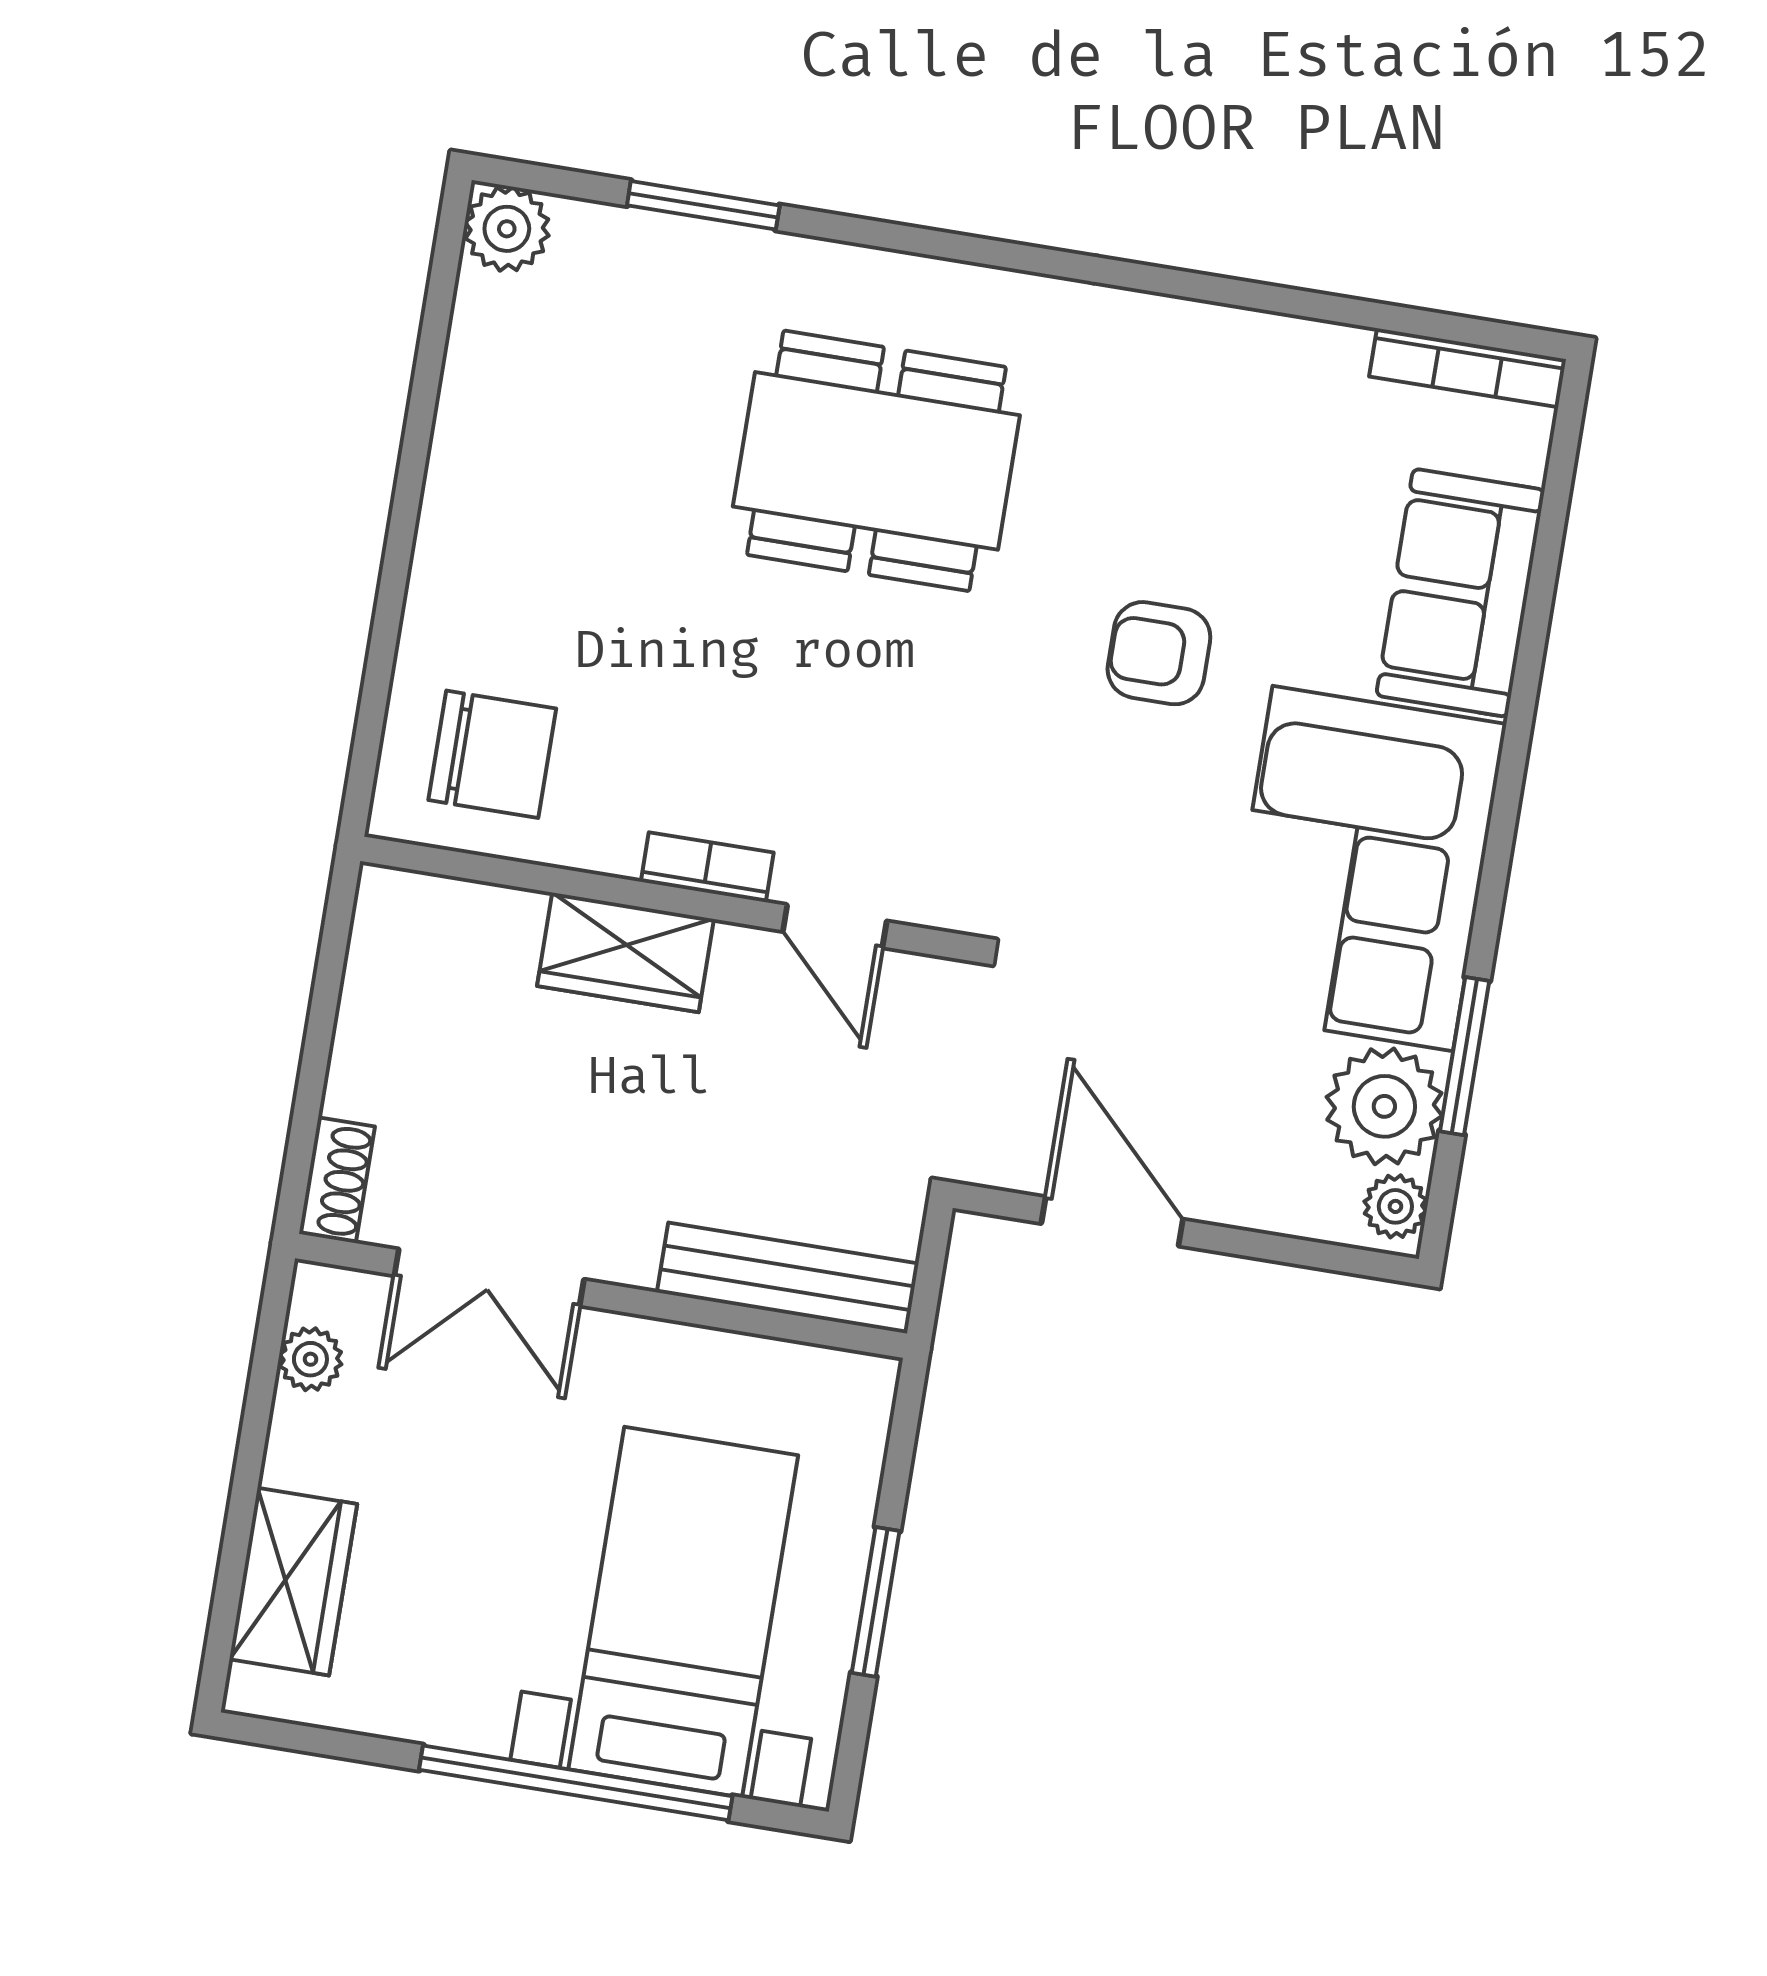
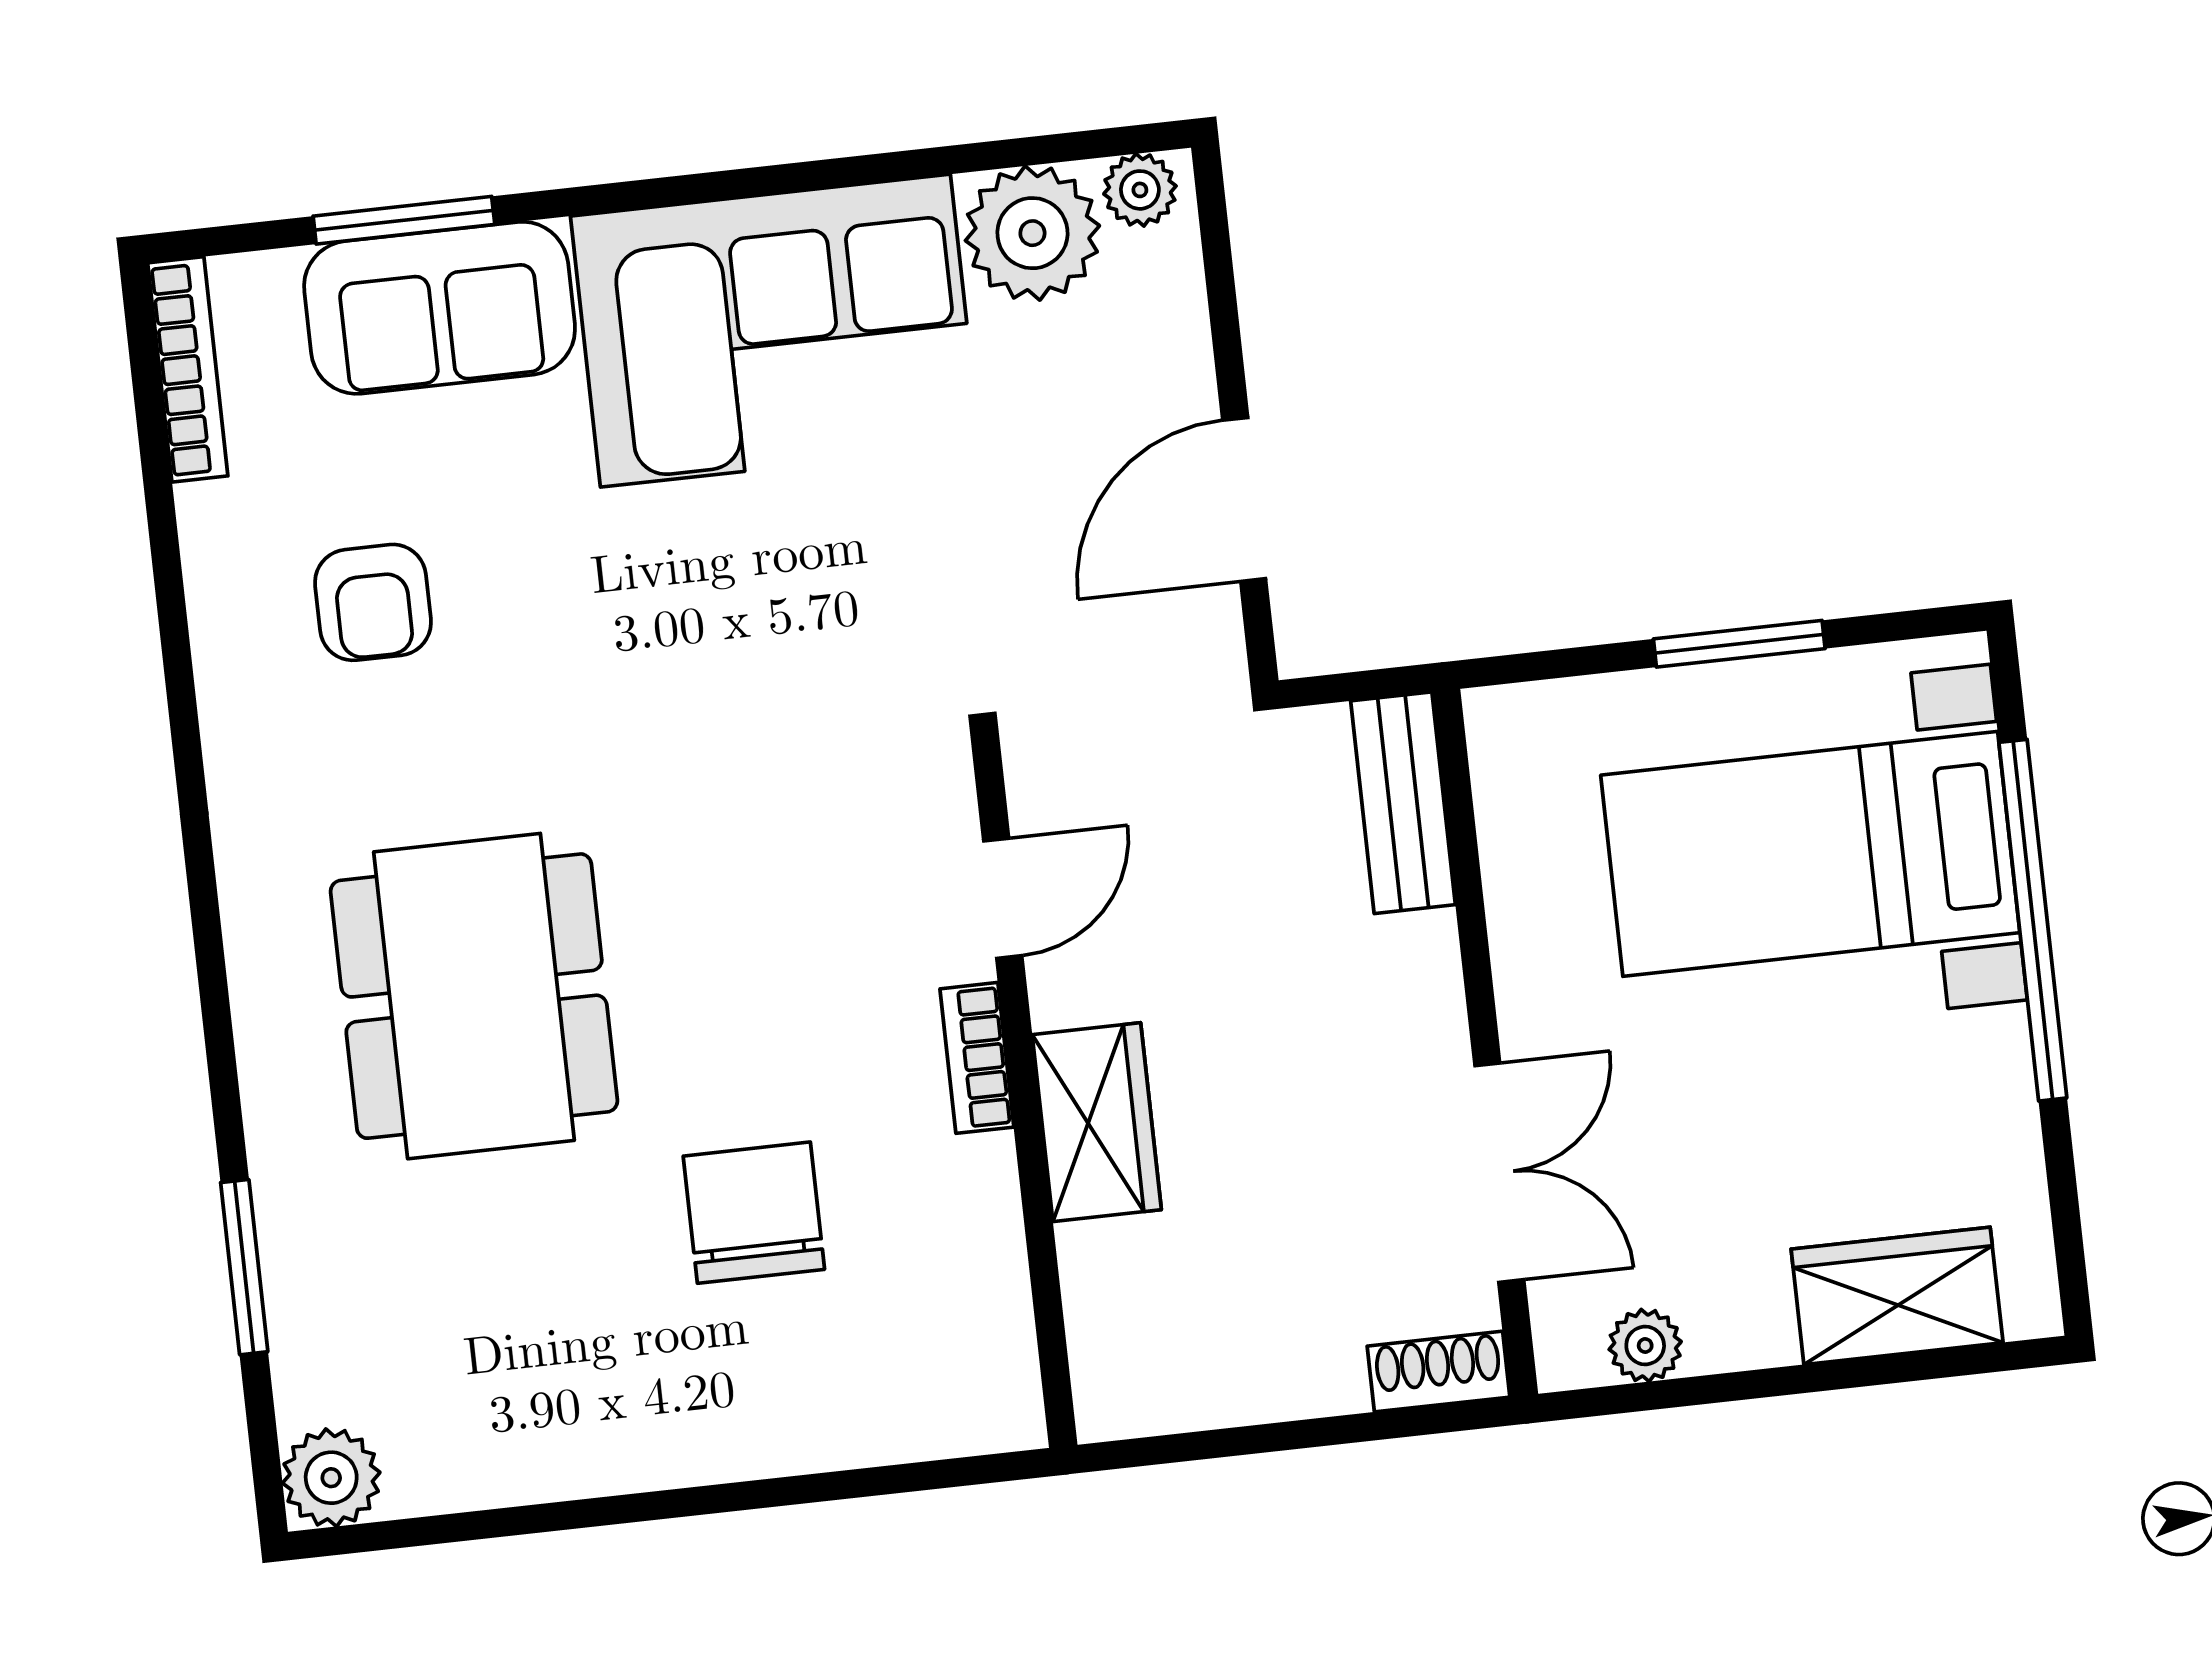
armchair: (1159, 653) -> (373, 602), moved
chair: (492, 754) -> (754, 1213), moved
window: (1465, 1056) -> (404, 220), moved
bench: (788, 1278) -> (1403, 803), width x0.73

